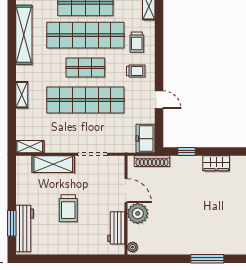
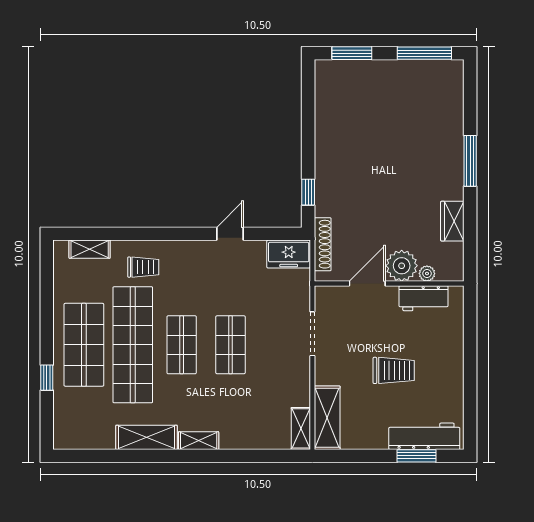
shelving: (24, 35) -> (146, 437), width x0.68
trolley: (136, 71) -> (187, 269), removed
shelving: (22, 95) -> (199, 441), moved
shop shelf: (85, 100) -> (231, 345), width x0.50, depth x0.74
wardrobe: (216, 163) -> (452, 221), moved, turned 180
shelving: (53, 164) -> (327, 418), moved
plant: (133, 247) -> (427, 273), moved

